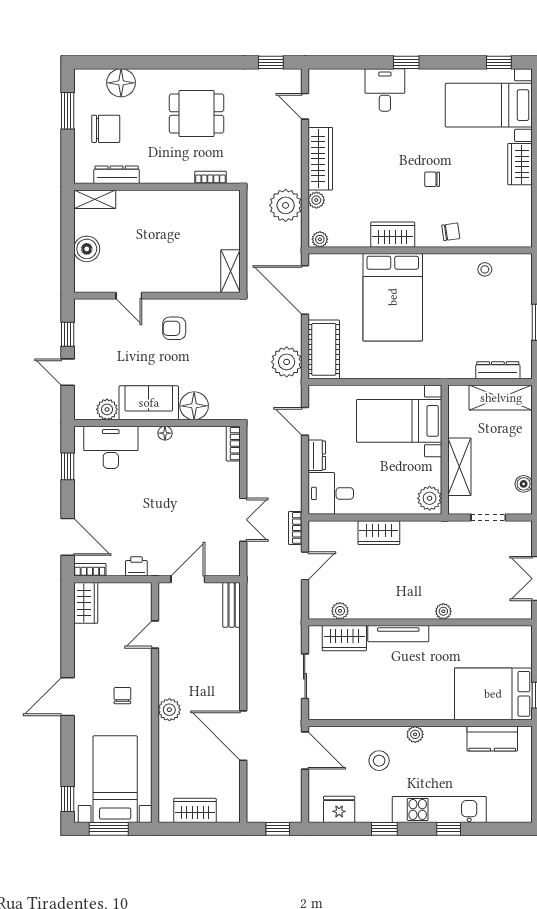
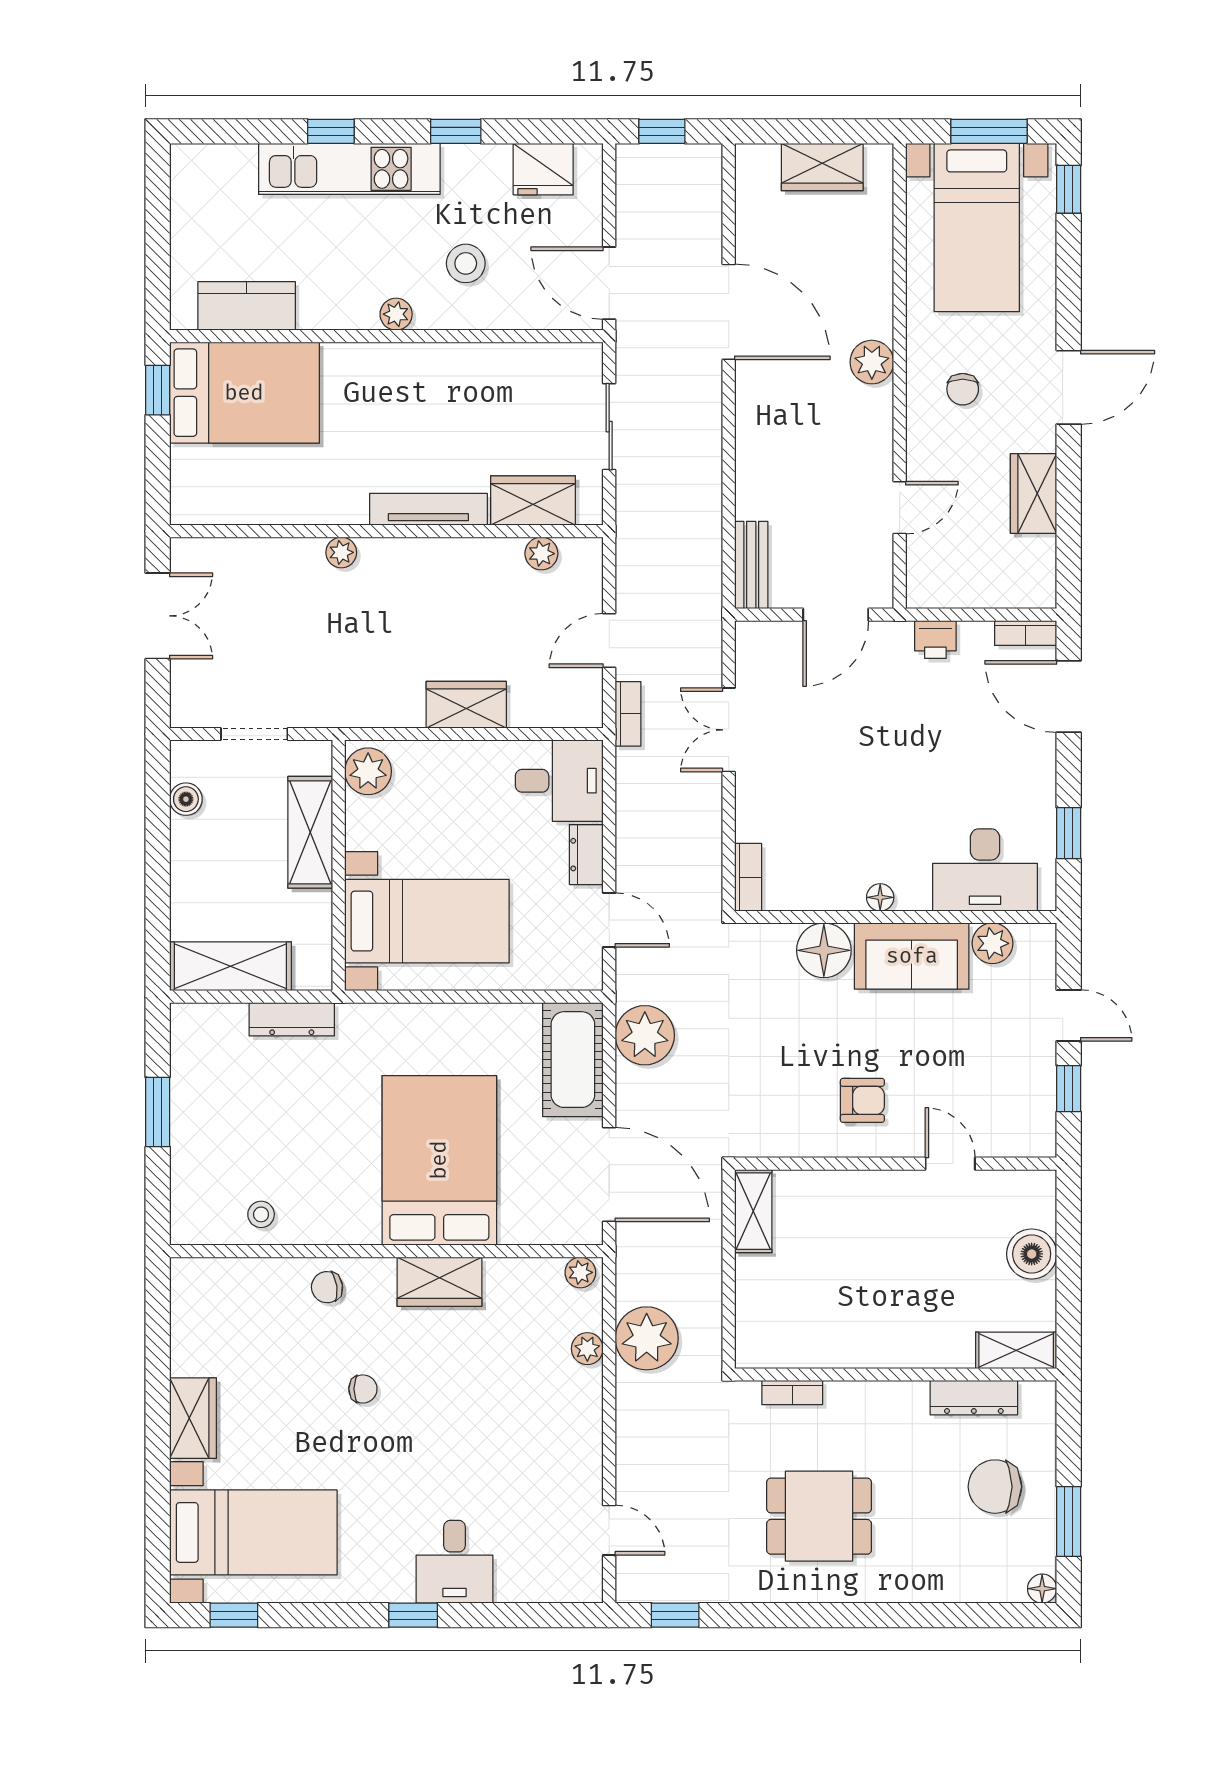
floor lamp: (121, 83) -> (1042, 1589), moved, width x0.53, depth x0.53
wardrobe: (320, 159) -> (580, 1429), removed
dresser: (498, 370) -> (292, 1019), moved
wardrobe: (86, 603) -> (1034, 494), moved

